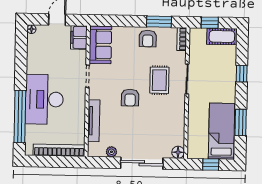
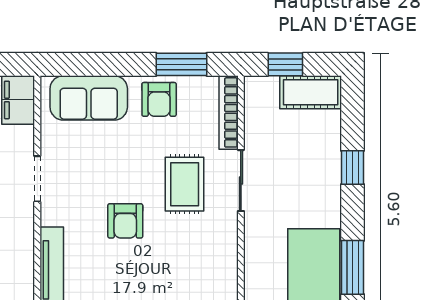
bookcase: (182, 39) -> (229, 112), width x1.56
sofa: (100, 45) -> (89, 98), moved, turned 90

